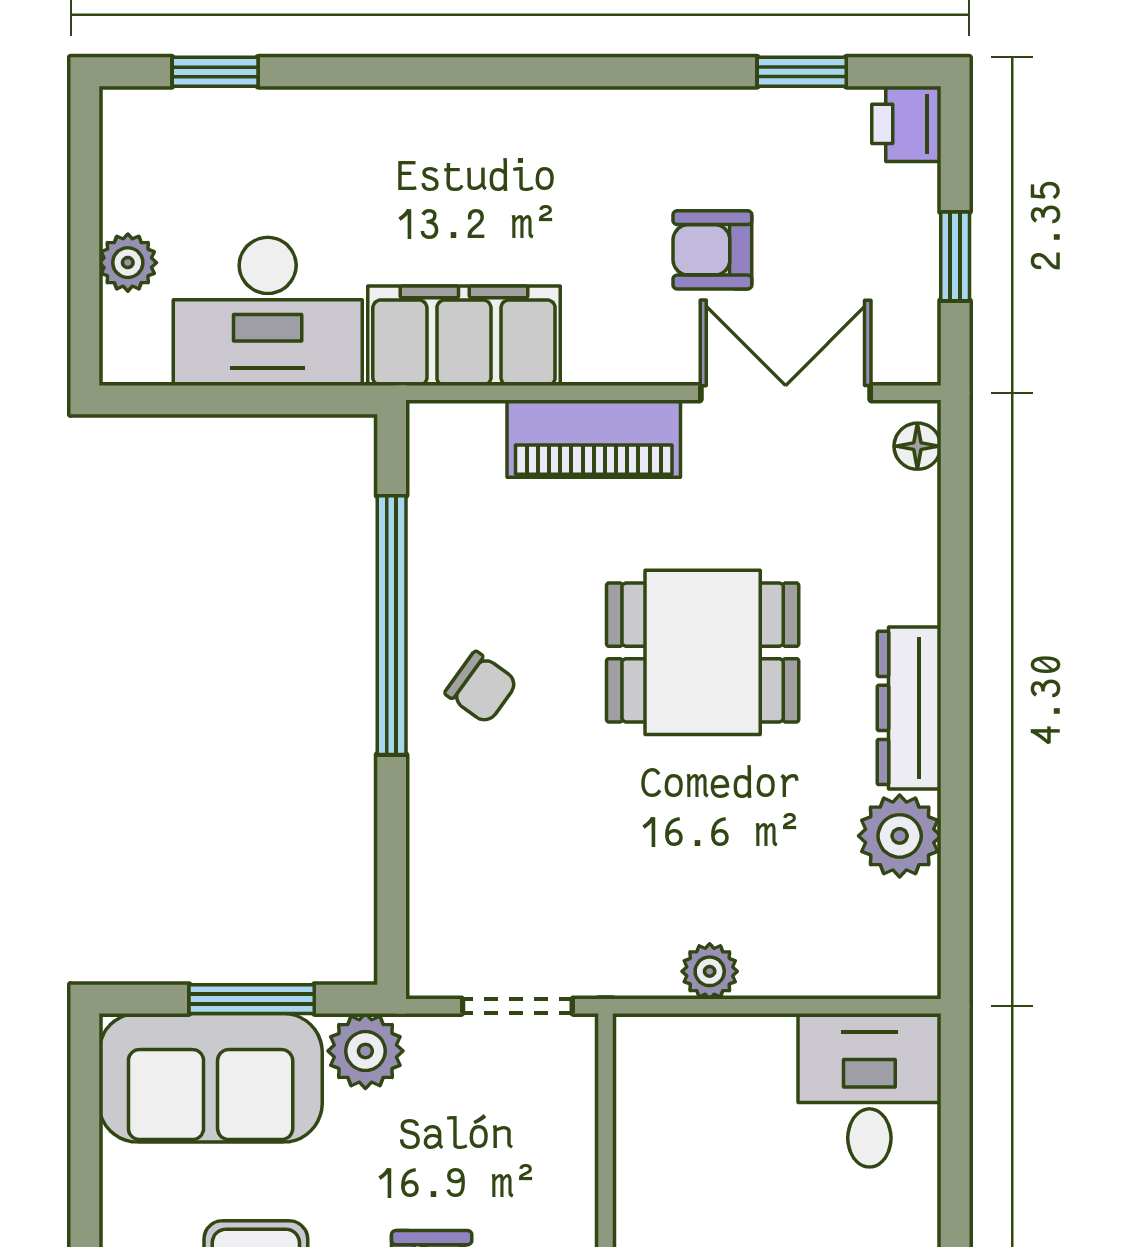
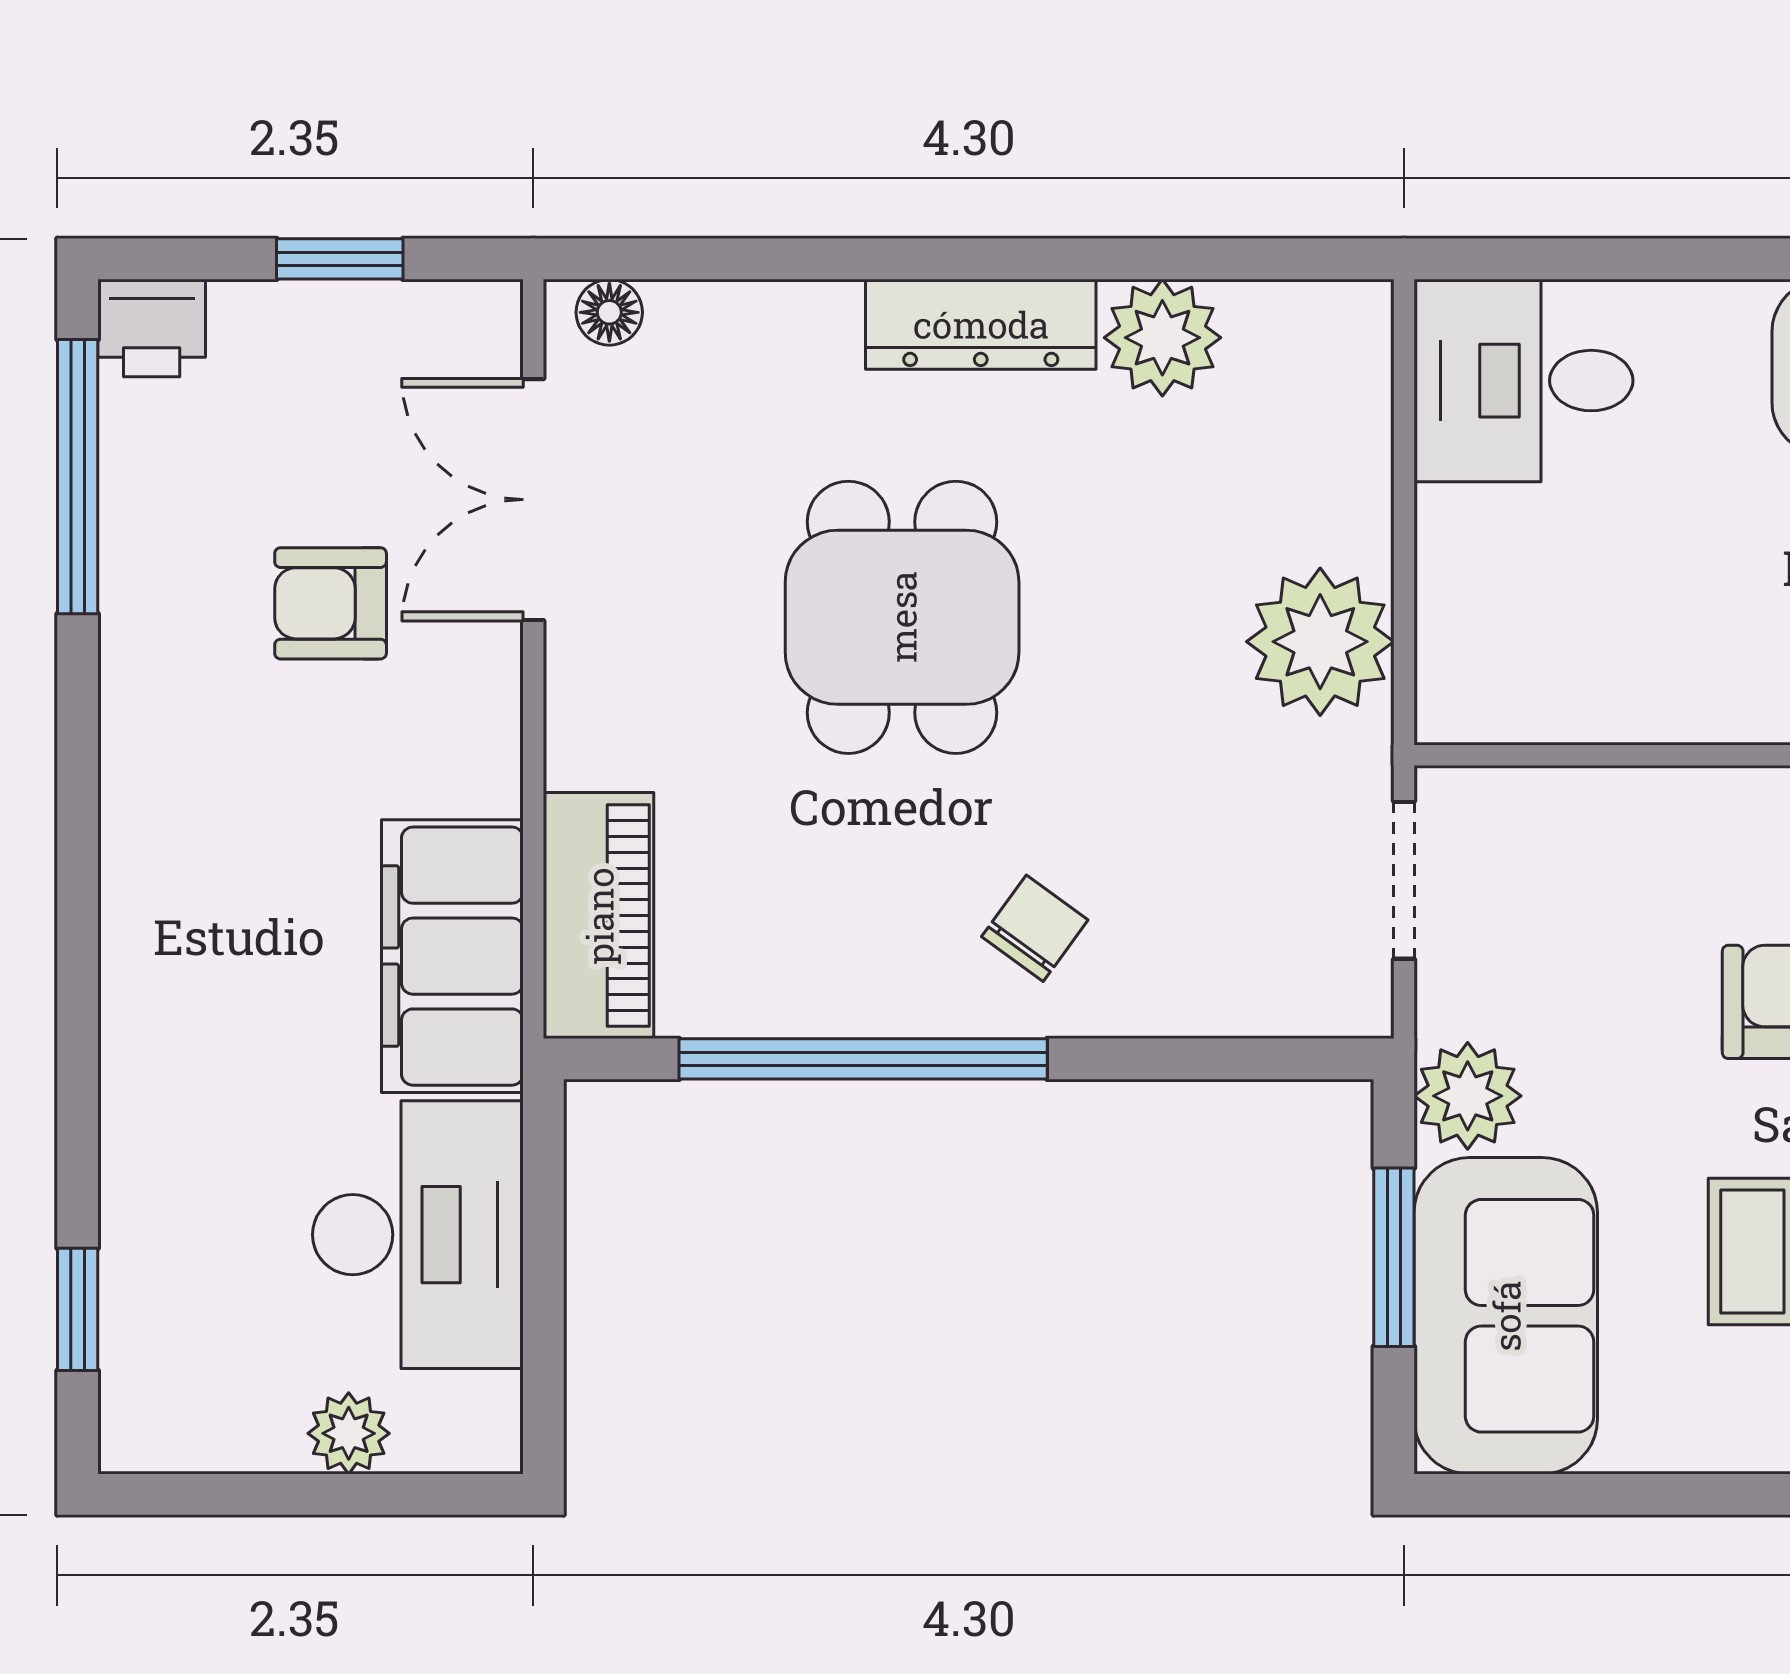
window: (802, 72) -> (78, 477), width x2.17
armchair: (712, 250) -> (331, 603), turned 90
piano: (594, 439) -> (599, 916), moved
chair: (481, 687) -> (1035, 928), moved
plant: (710, 971) -> (1320, 642), width x1.88, depth x1.88

